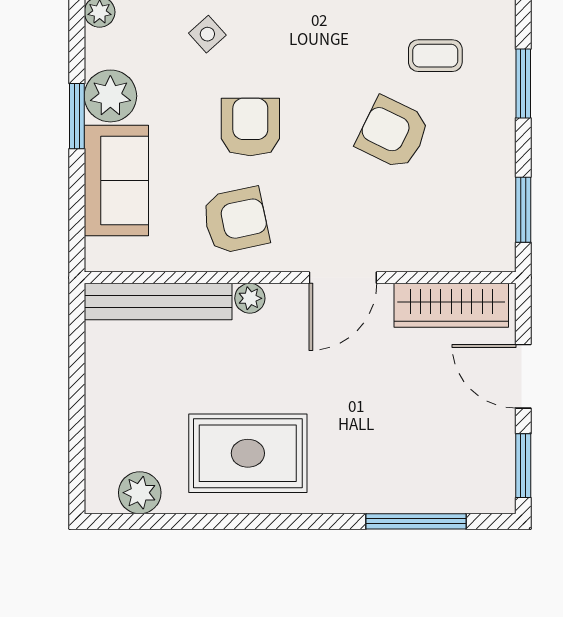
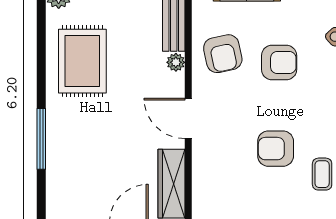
armchair: (393, 133) -> (276, 149), turned -116
window: (416, 521) -> (41, 139), moved

